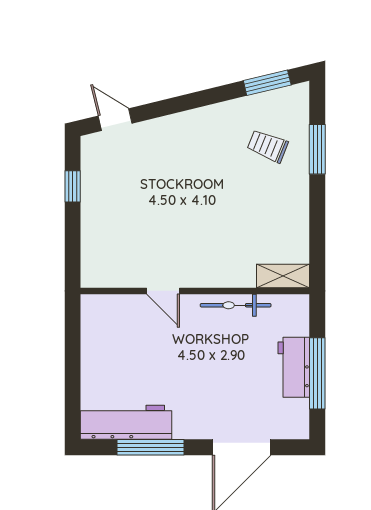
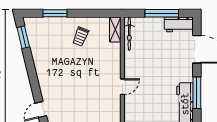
trolley: (268, 146) -> (81, 37), moved
bicycle: (236, 305) -> (129, 34), moved
workbench: (294, 367) -> (179, 24), moved

